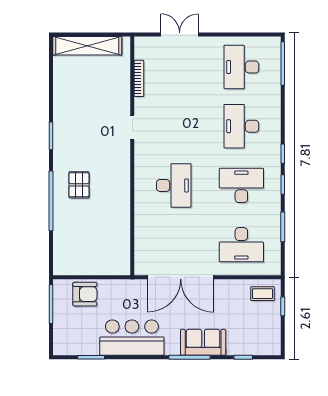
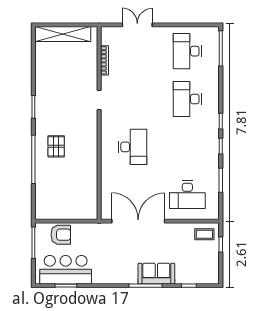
desk: (241, 185) -> (187, 147), removed
double door: (181, 277) -> (138, 221), swing flipped
bar counter: (132, 338) -> (66, 270), moved

